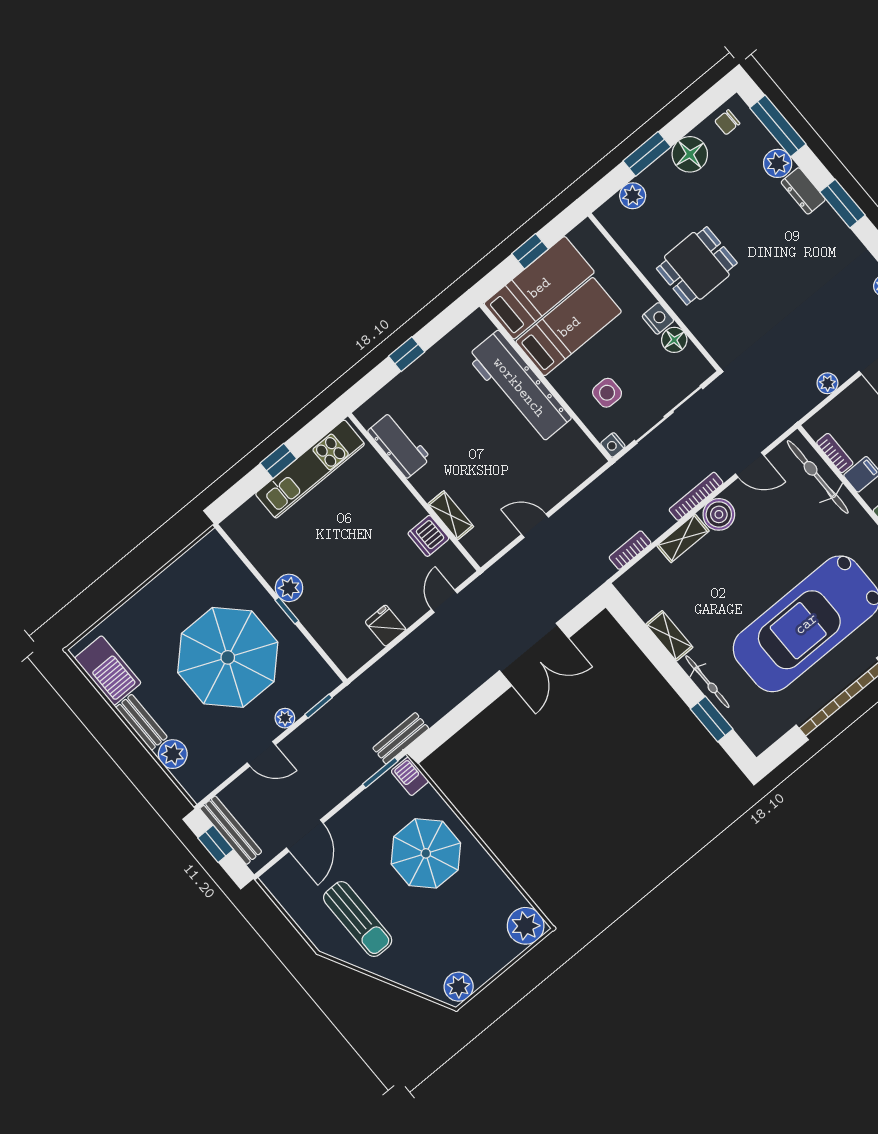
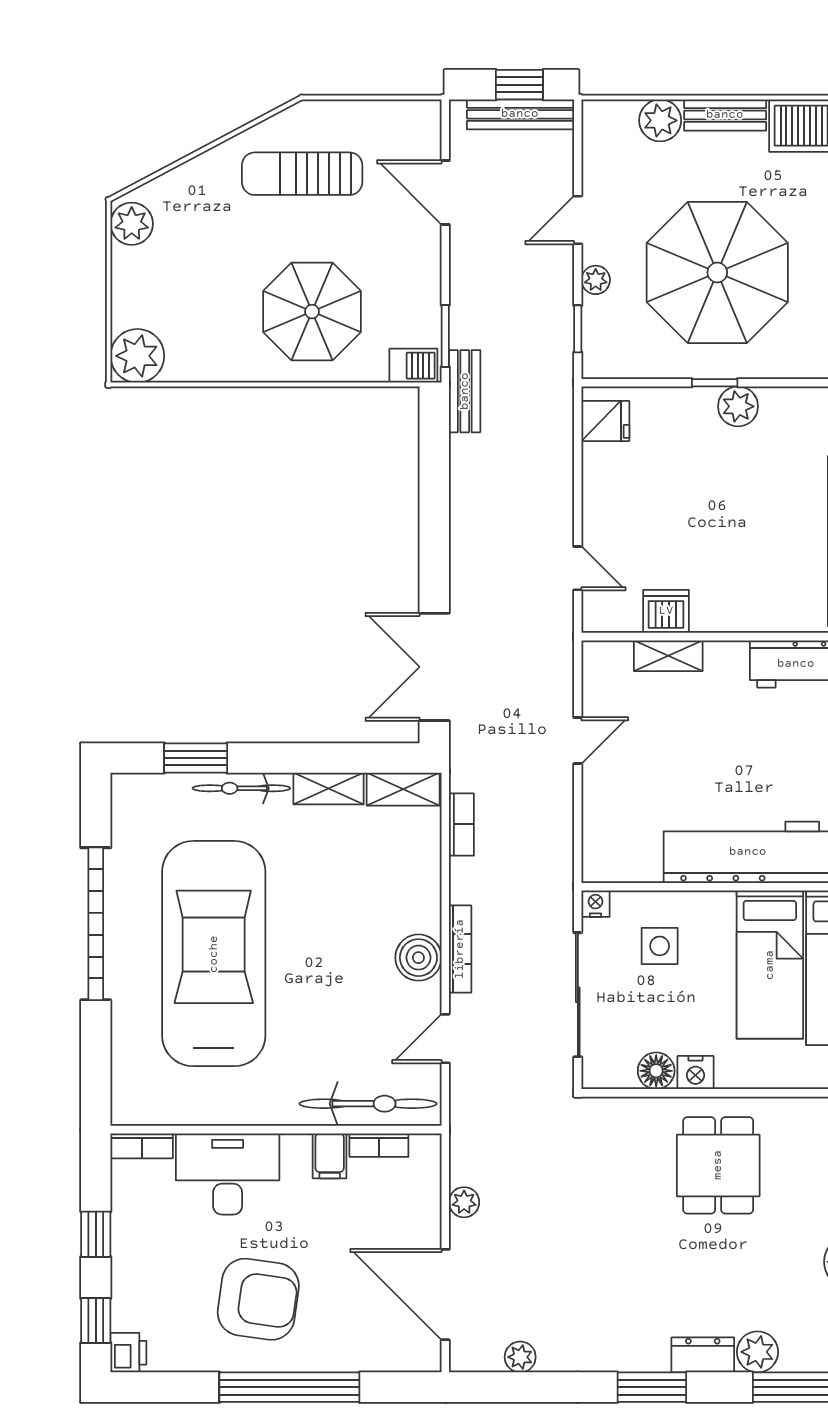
shelving: (683, 538) -> (403, 789), moved, turned 90
fridge: (386, 626) -> (605, 421), moved
double door: (534, 654) -> (434, 667), moved

